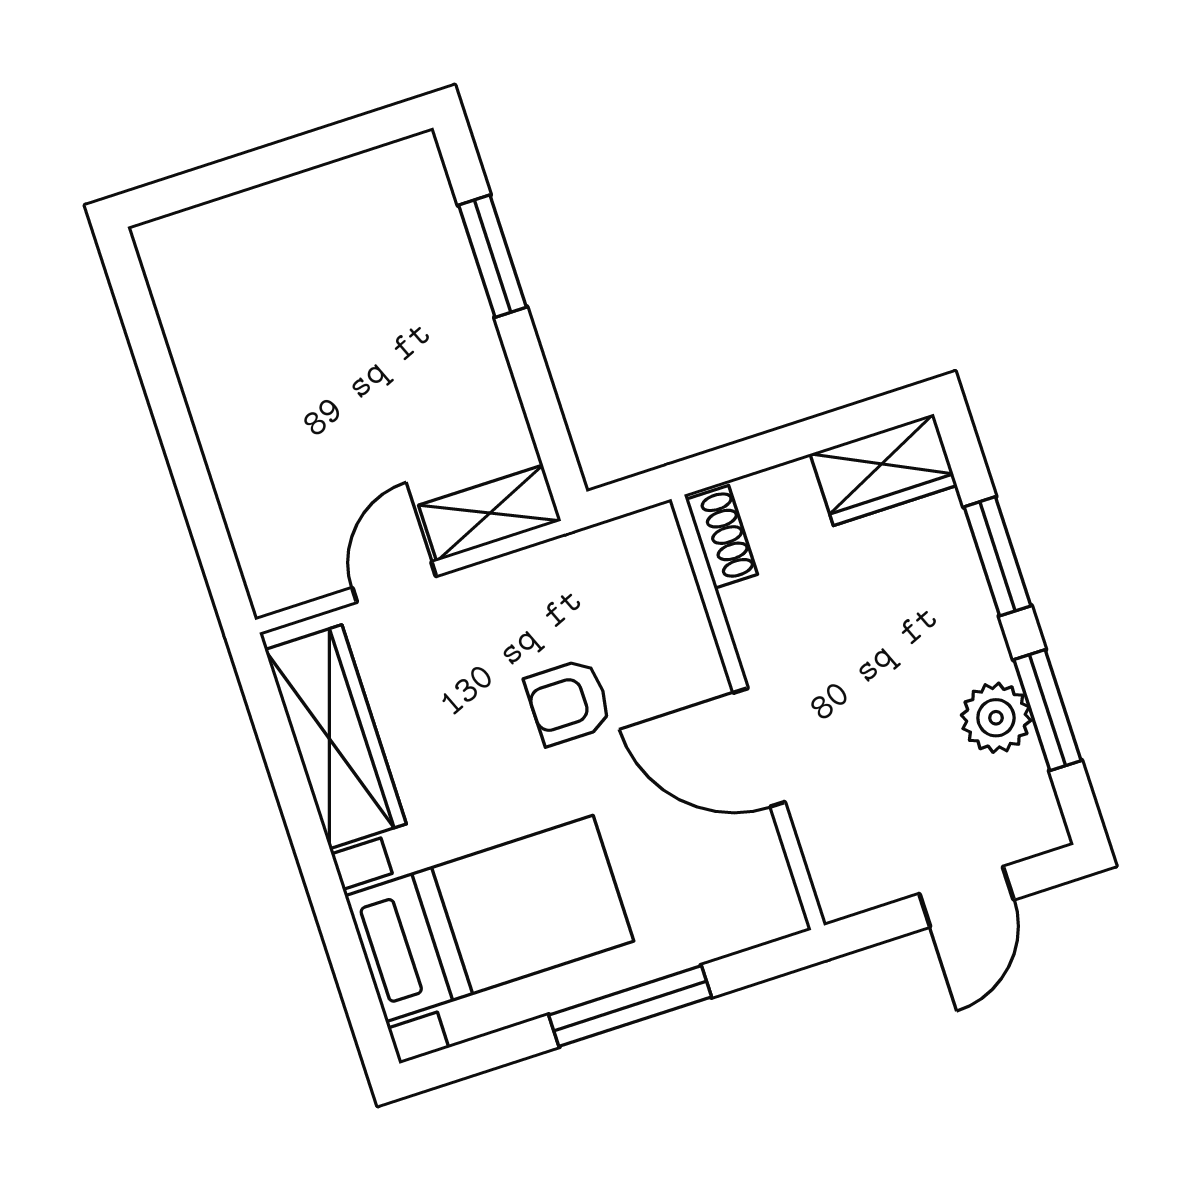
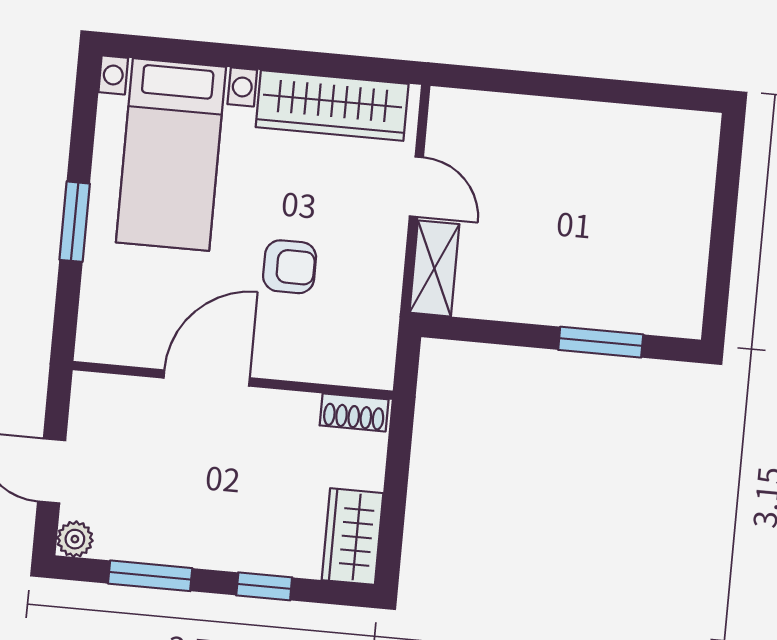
window: (997, 556) -> (264, 586), width x0.67
armchair: (568, 702) -> (290, 267), turned 90
plant: (996, 718) -> (75, 539), moved, width x0.73, depth x0.73
window: (630, 1006) -> (75, 222), width x0.69

